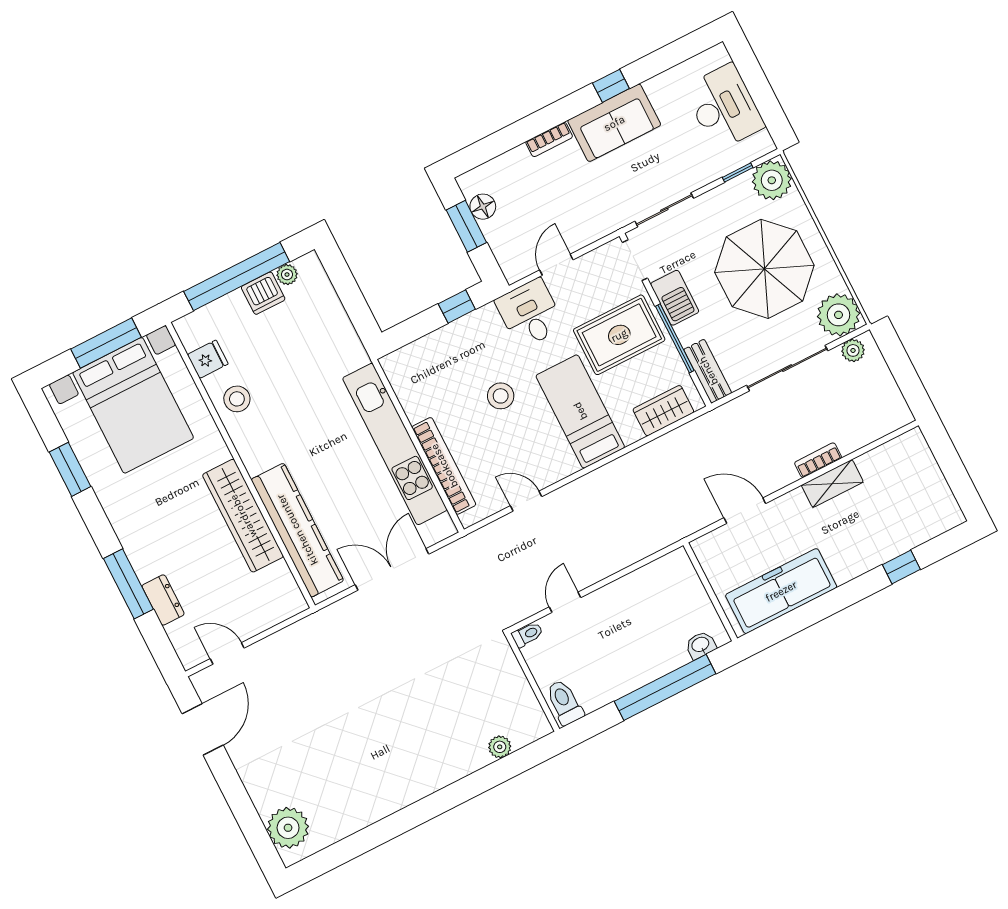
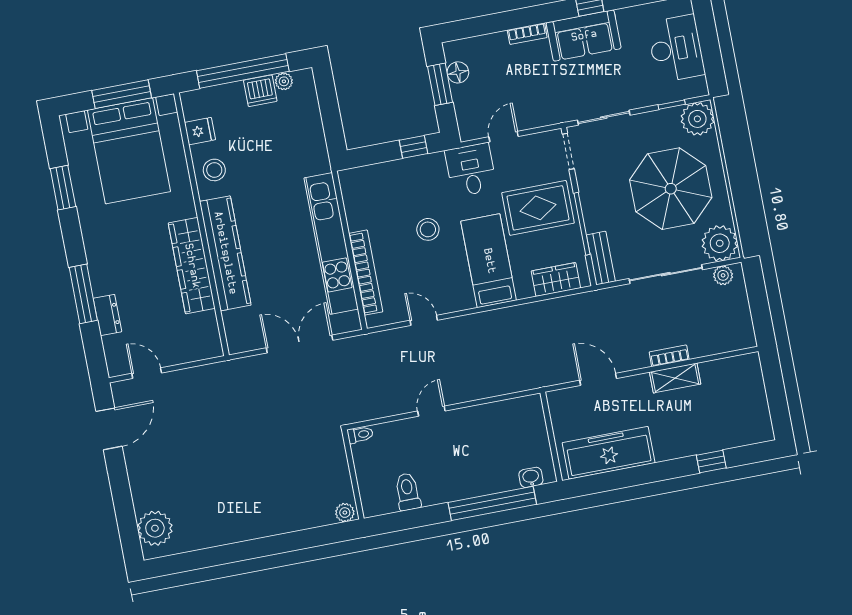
barbecue: (675, 298) -> (591, 191), removed
kitchen counter: (297, 530) -> (225, 253), moved
toilet: (527, 634) -> (360, 435), moved
wall: (532, 682) -> (353, 475), moved

